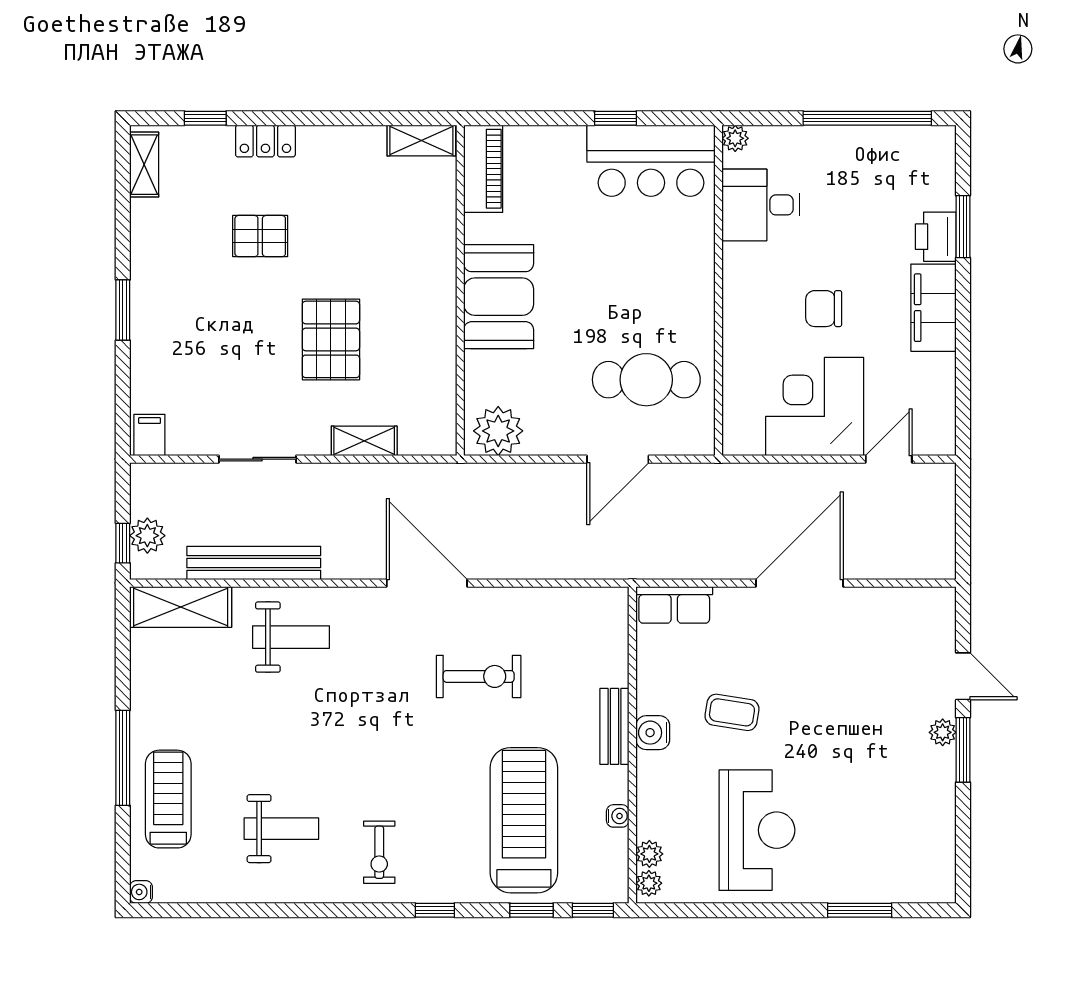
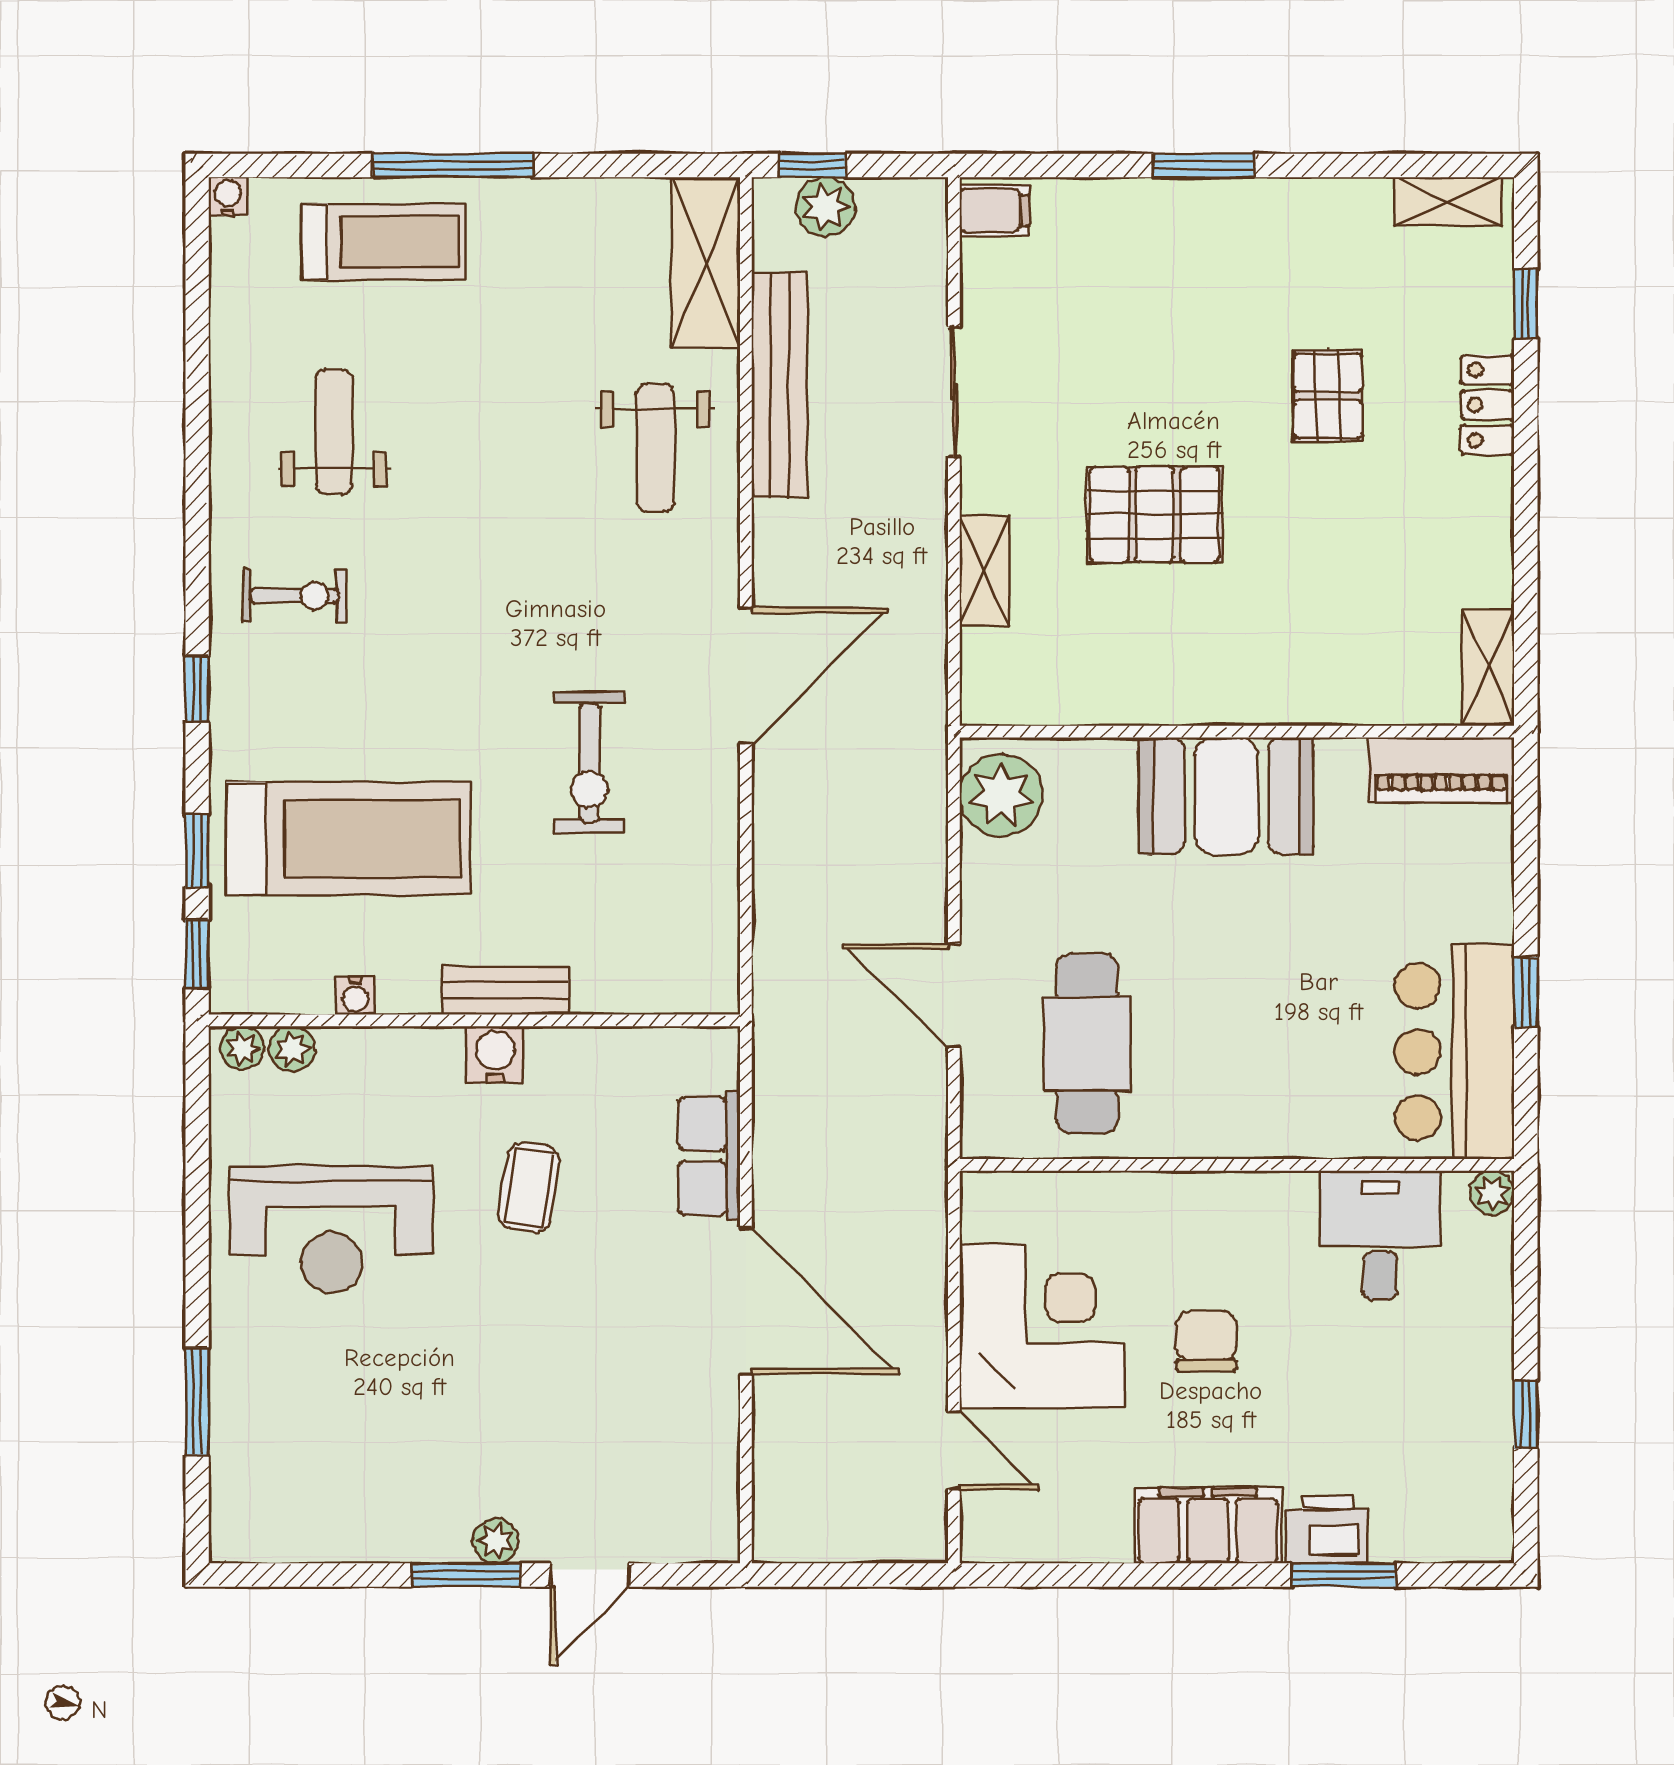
window: (867, 118) -> (1526, 1414), width x0.32
row of seats: (674, 605) -> (709, 1156), moved
weight bench: (281, 829) -> (334, 432), turned 180
exercise bike: (379, 852) -> (294, 596), turned 180

